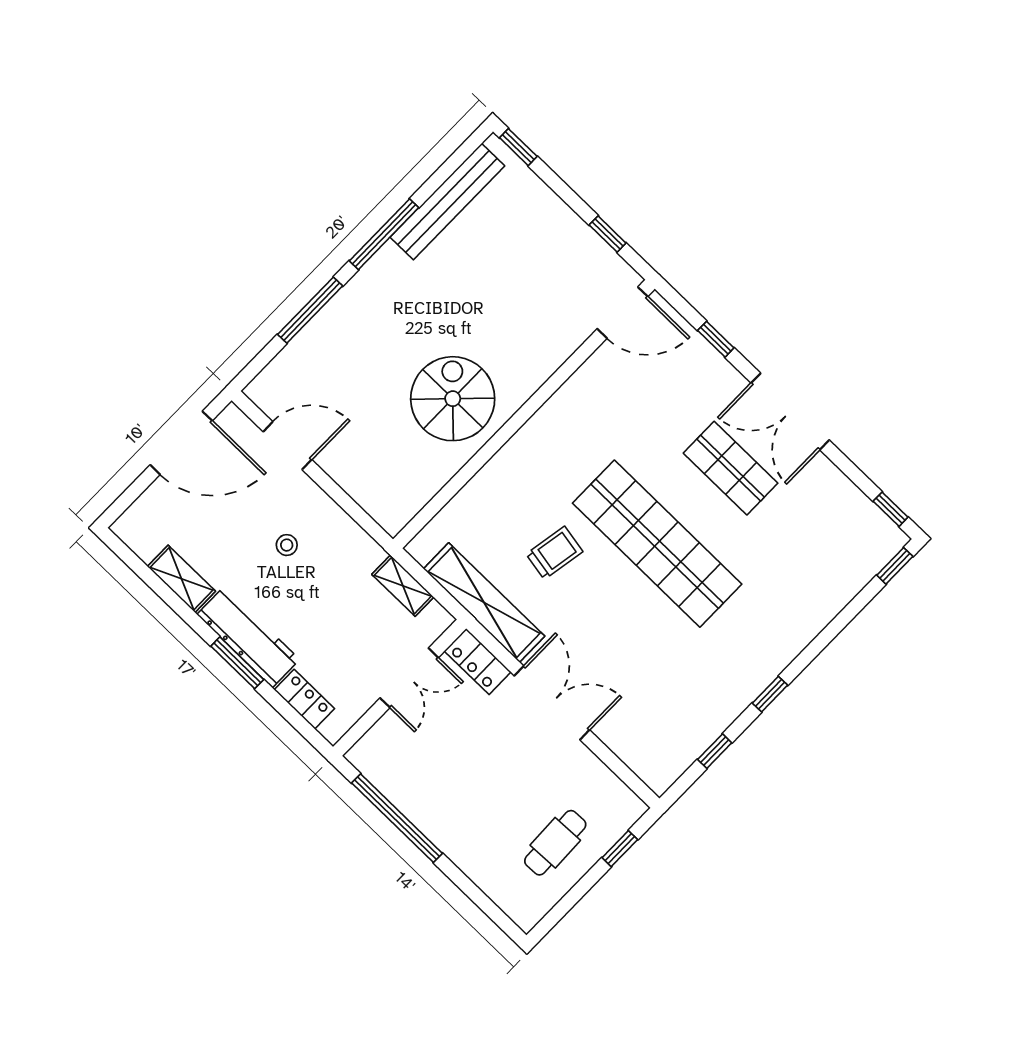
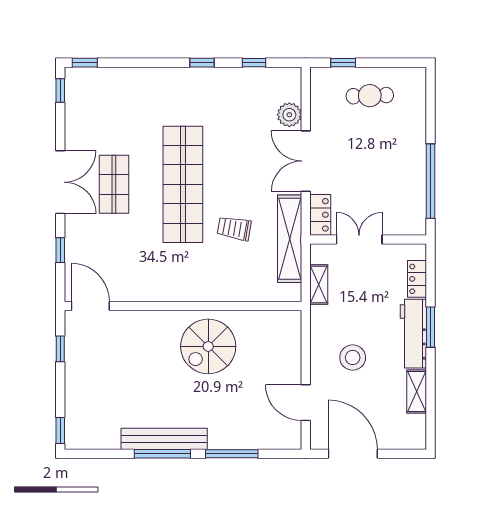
bench: (447, 202) -> (164, 439), moved
stool: (287, 545) -> (353, 358), width x1.89, depth x1.89
plant: (620, 734) -> (289, 115), added

